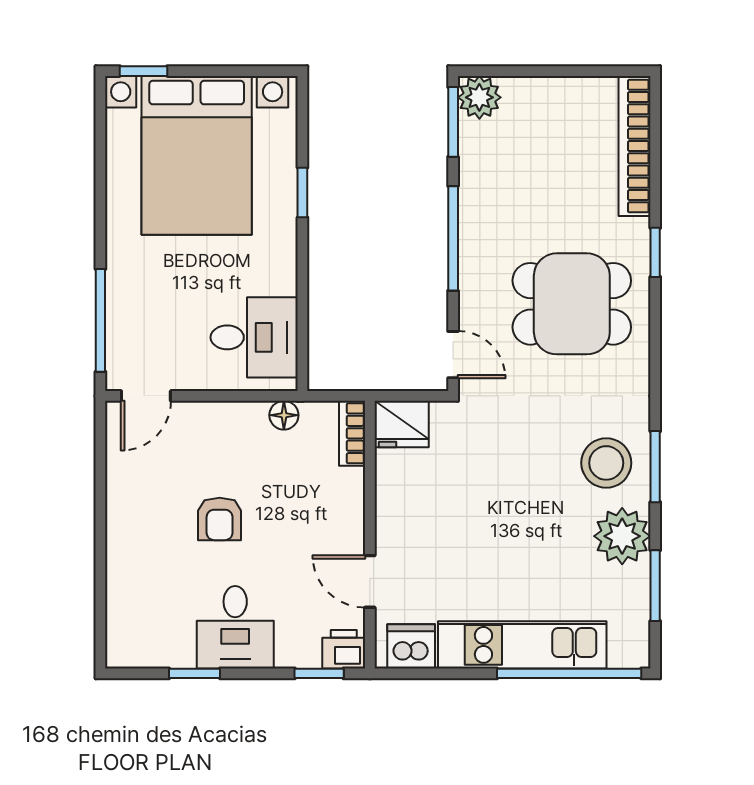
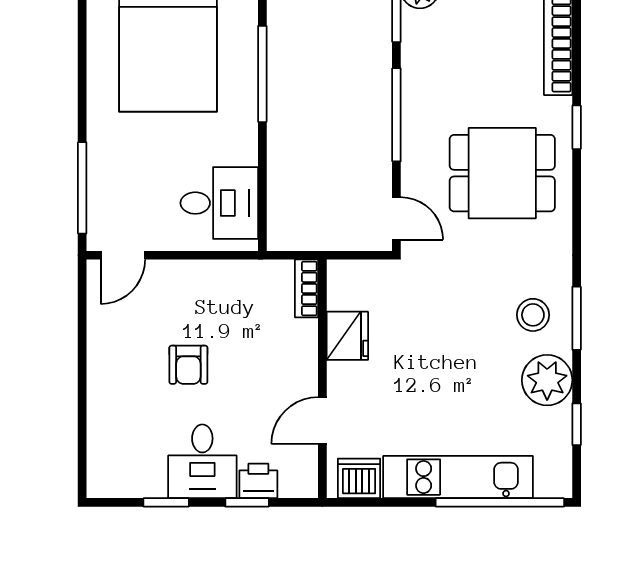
window: (302, 192) -> (262, 74), width x2.17
floor lamp: (284, 415) -> (246, 272), removed
fridge: (402, 424) -> (347, 336), moved, turned -90
stool: (606, 463) -> (533, 315), width x0.73, depth x0.73
door: (370, 581) -> (322, 420), hinge flipped
window: (655, 586) -> (577, 424), width x0.67
printer: (344, 649) -> (258, 481), moved
window: (319, 673) -> (247, 502), moved

